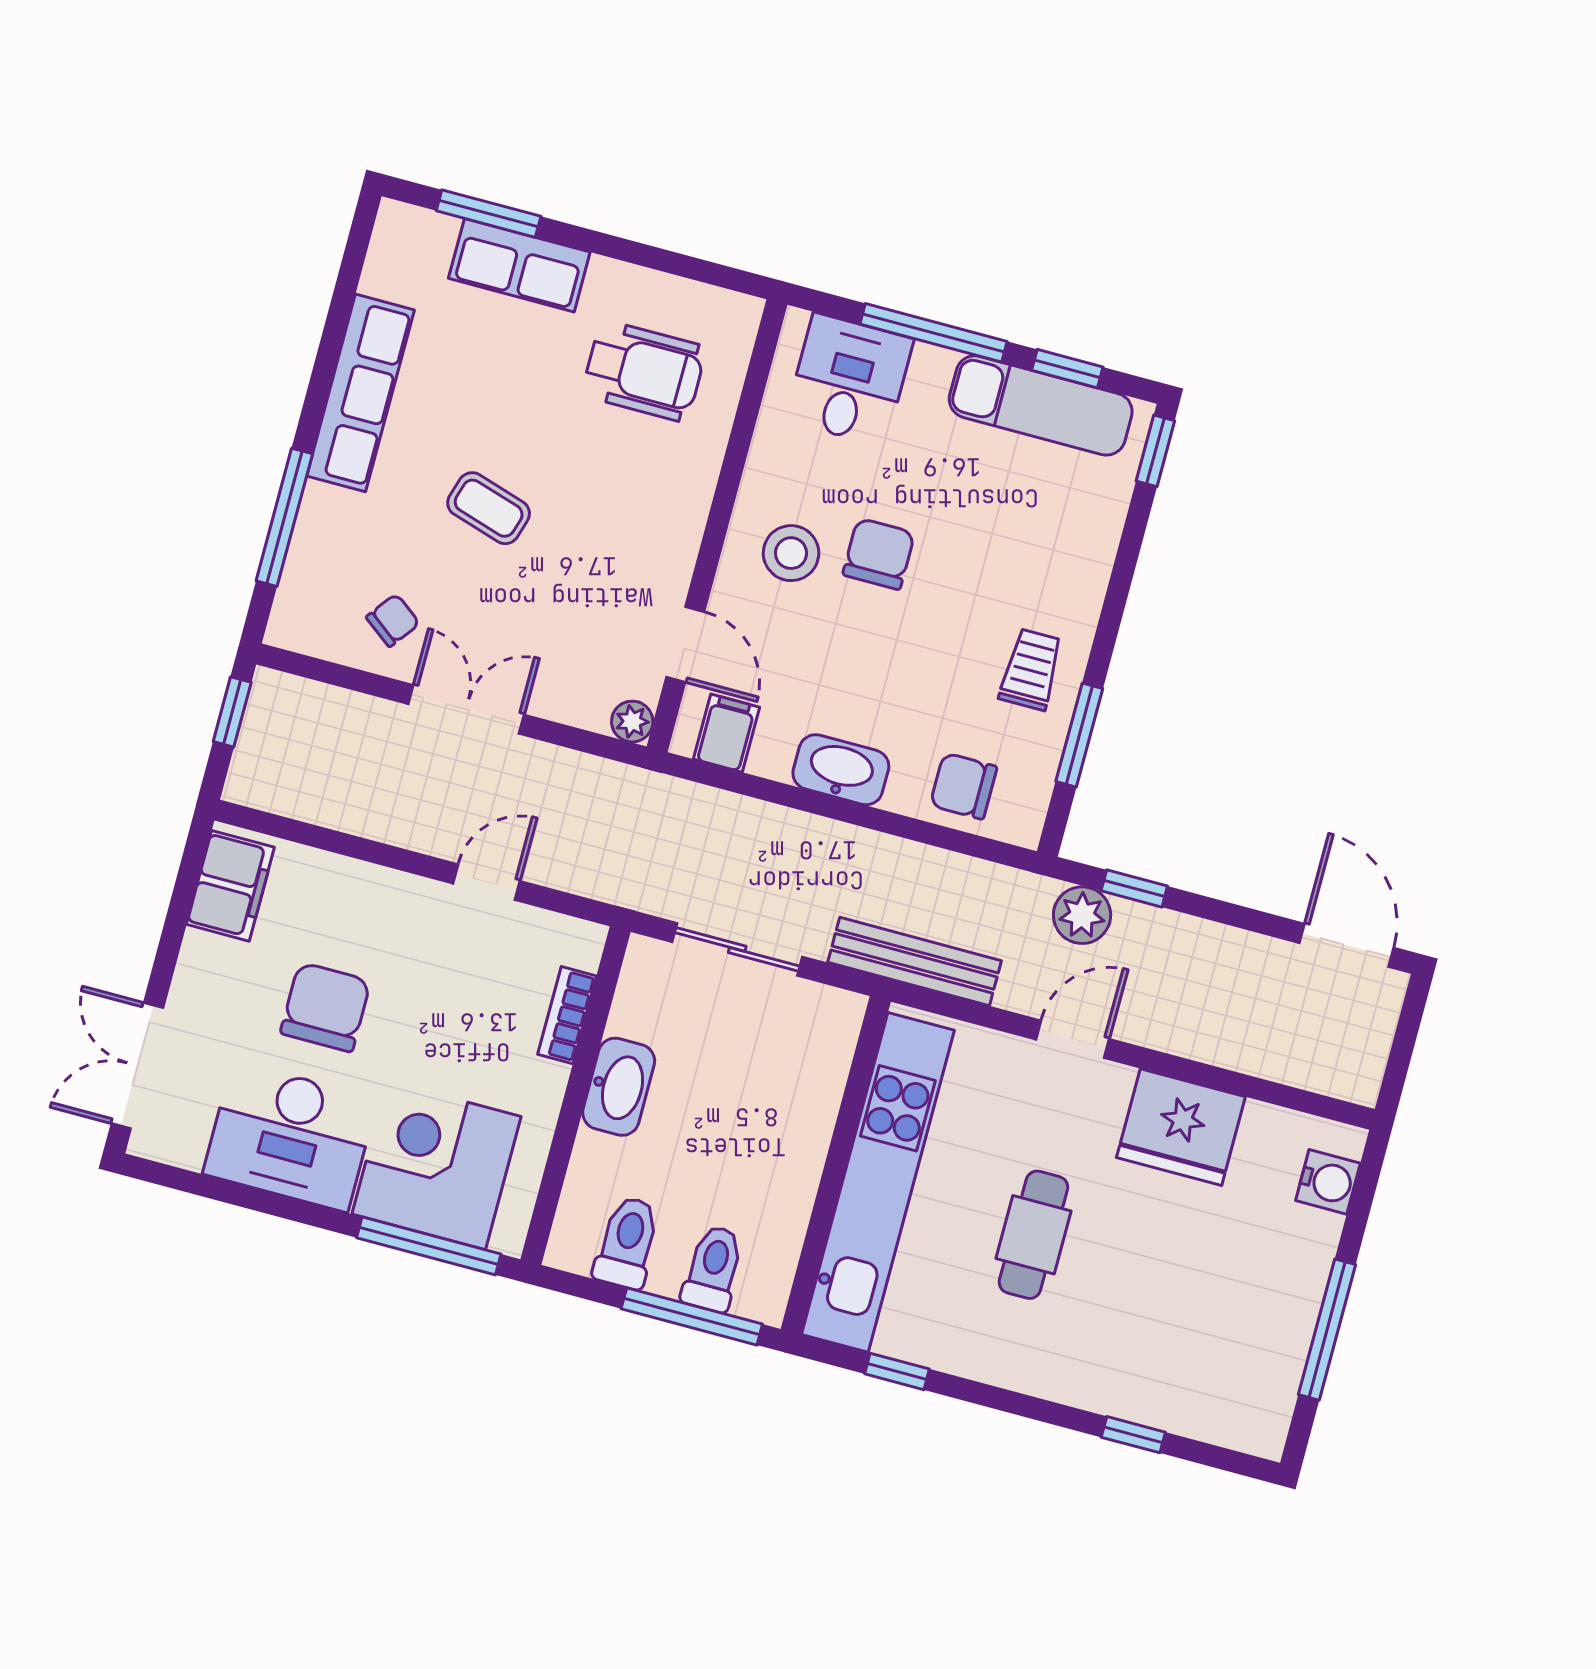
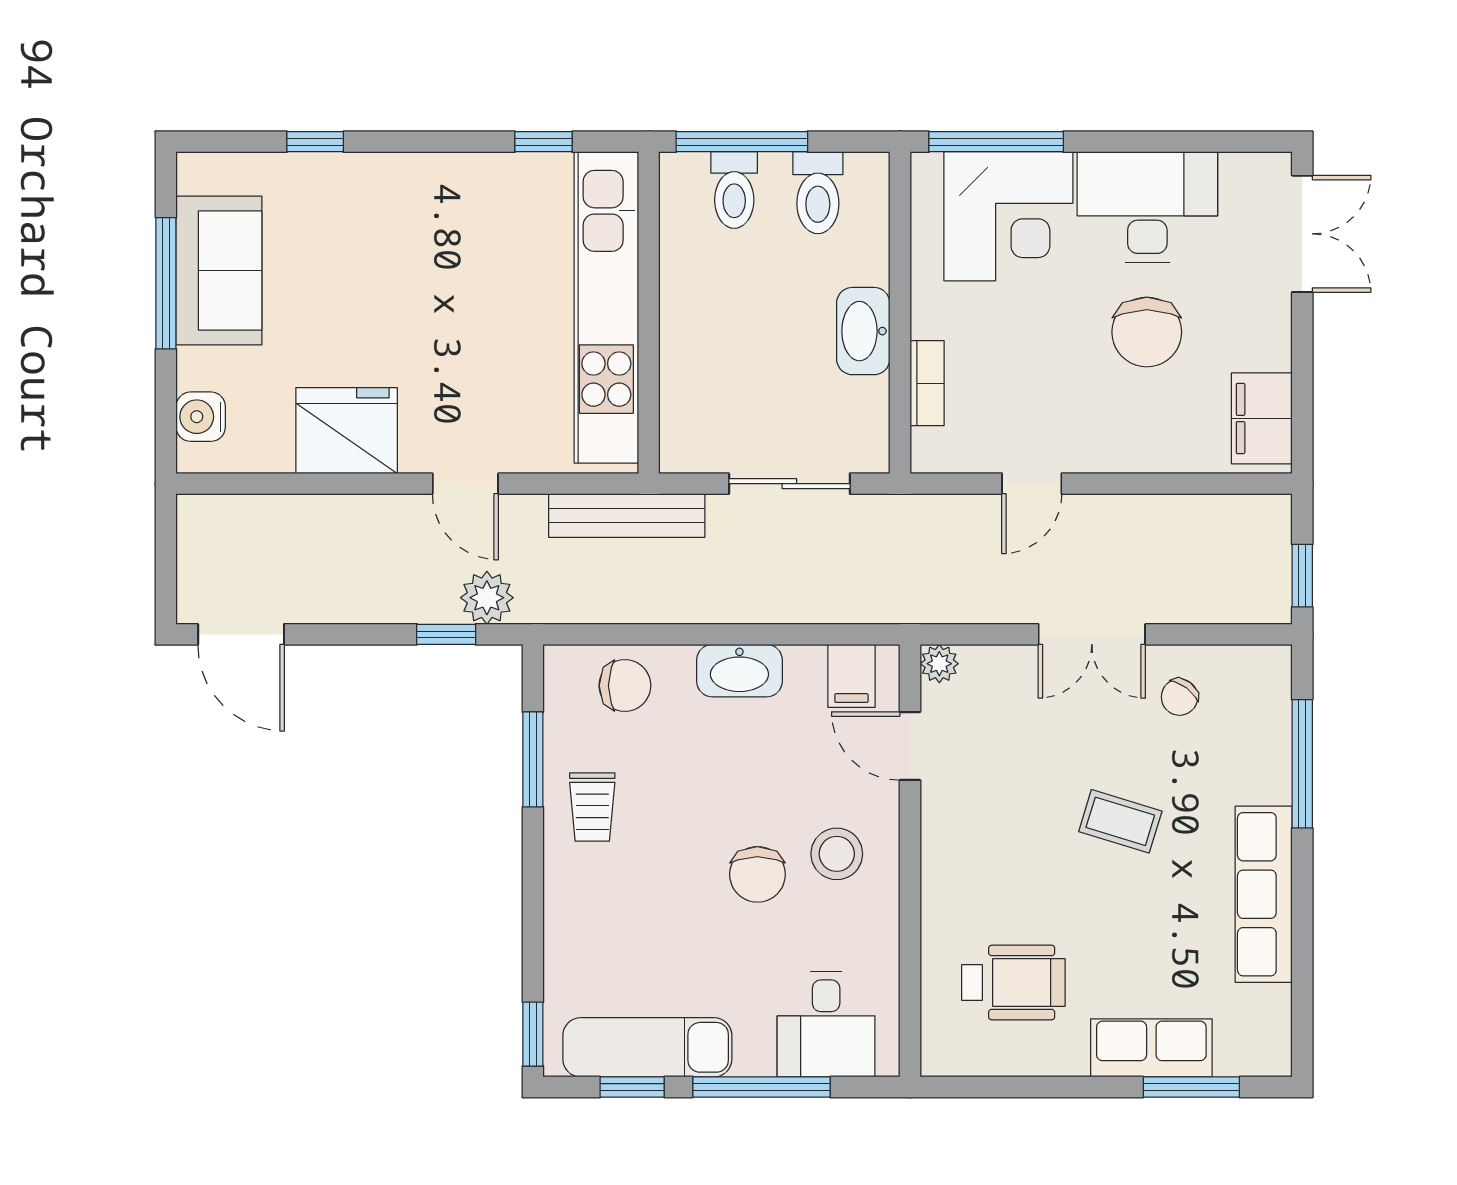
wheelchair: (644, 371) -> (1013, 982), turned 180
door: (1073, 1039) -> (465, 484), hinge flipped
cafe table: (1033, 1235) -> (453, 298), removed
sofa: (1269, 1328) -> (219, 270), added

